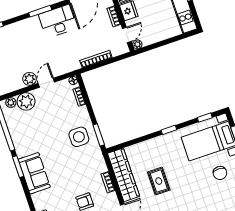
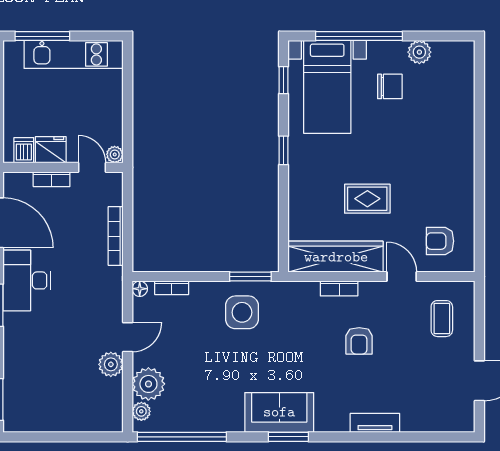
door: (46, 83) -> (128, 337), swing flipped
window: (18, 167) -> (288, 437), moved

